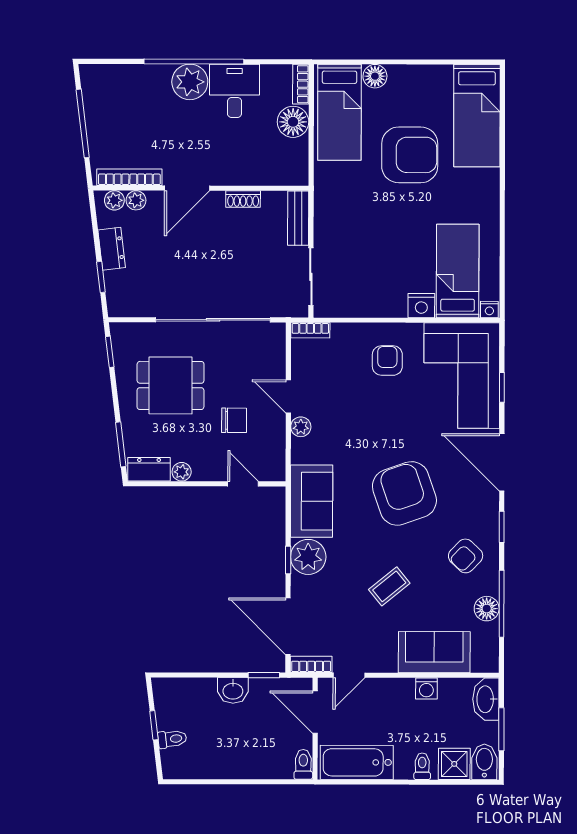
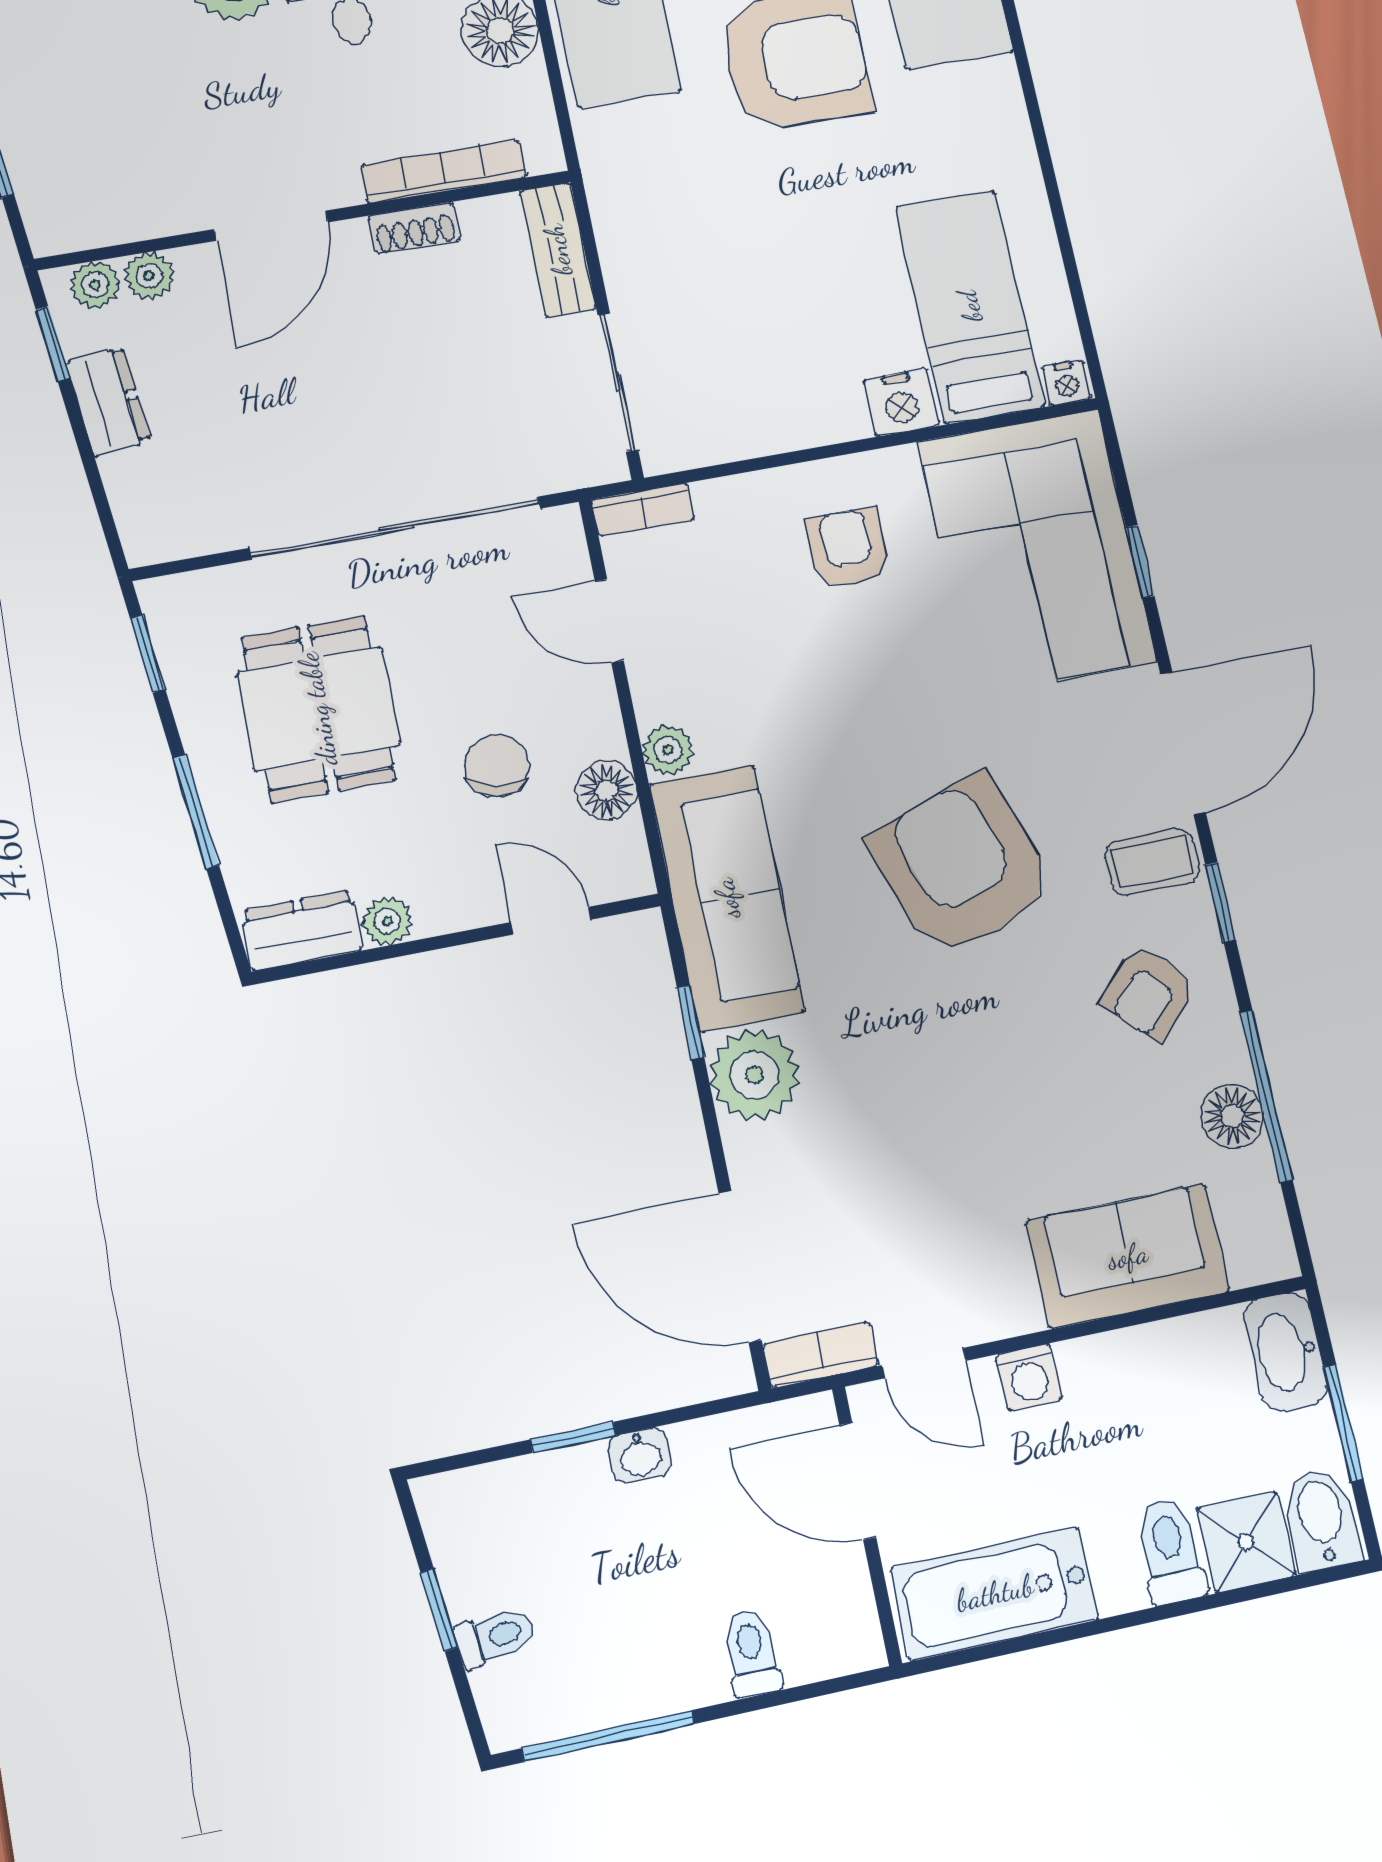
bookcase: (129, 177) -> (444, 171), moved
window: (101, 277) -> (53, 344), moved
dining table: (171, 385) -> (318, 709), turned 90
door: (288, 397) -> (609, 621), moved
chair: (234, 420) -> (497, 765), turned -80
floor lamp: (274, 438) -> (607, 790), added
window: (121, 444) -> (196, 812), moved
door: (502, 462) -> (1183, 743), swing flipped
sofa: (312, 501) -> (727, 898), width x1.36
window: (288, 560) -> (691, 1022), moved
coffee table: (389, 586) -> (1152, 862), moved, turned 39
window: (264, 675) -> (573, 1437), moved
door: (349, 675) -> (924, 1363), hinge flipped
washing machine: (426, 688) -> (1029, 1377), moved
washbasin: (233, 690) -> (640, 1455), width x0.72, depth x0.69
toilet: (303, 764) -> (752, 1653), moved
toilet: (422, 766) -> (1170, 1551), width x1.37, depth x1.39
window: (206, 782) -> (608, 1736), added

